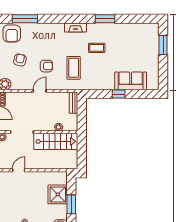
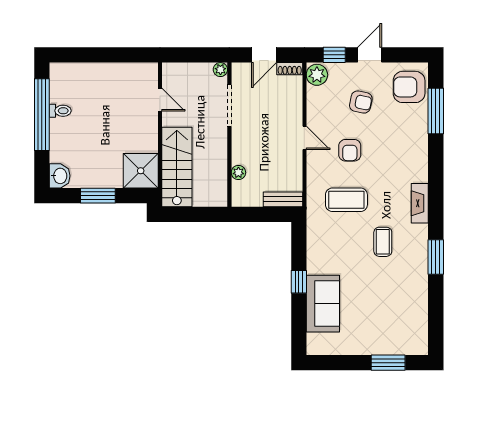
stairs: (56, 141) -> (177, 167), moved, turned 180
shower: (58, 194) -> (141, 171), moved

